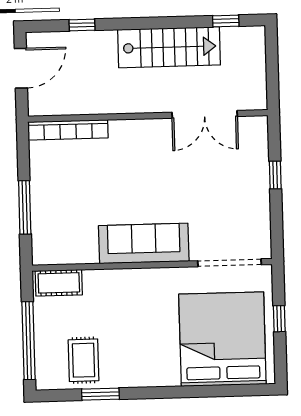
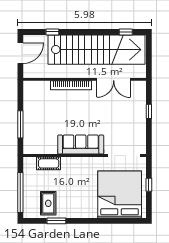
stairs: (169, 47) -> (96, 50), width x1.86, depth x1.51
bookcase: (68, 130) -> (71, 85), moved
cot: (59, 283) -> (49, 163), moved

